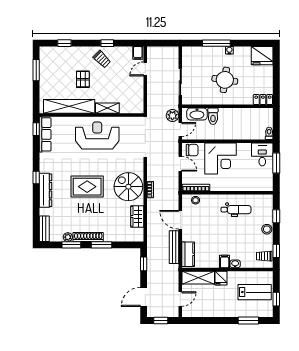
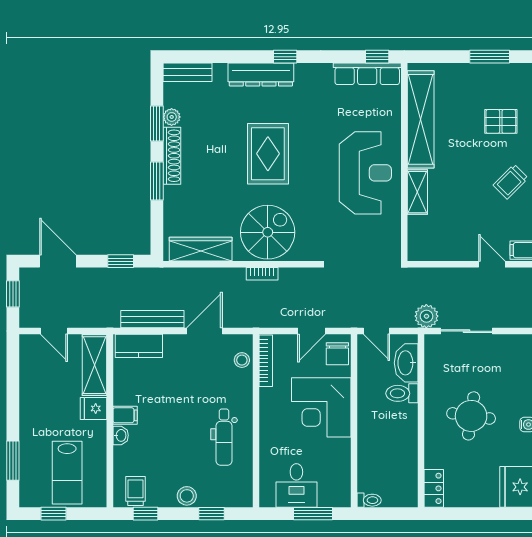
pallet: (83, 79) -> (501, 121), moved
plant: (172, 115) -> (426, 316), moved
desk: (262, 154) -> (296, 485), moved, turned 90
wardrobe: (137, 216) -> (201, 249), width x1.50

